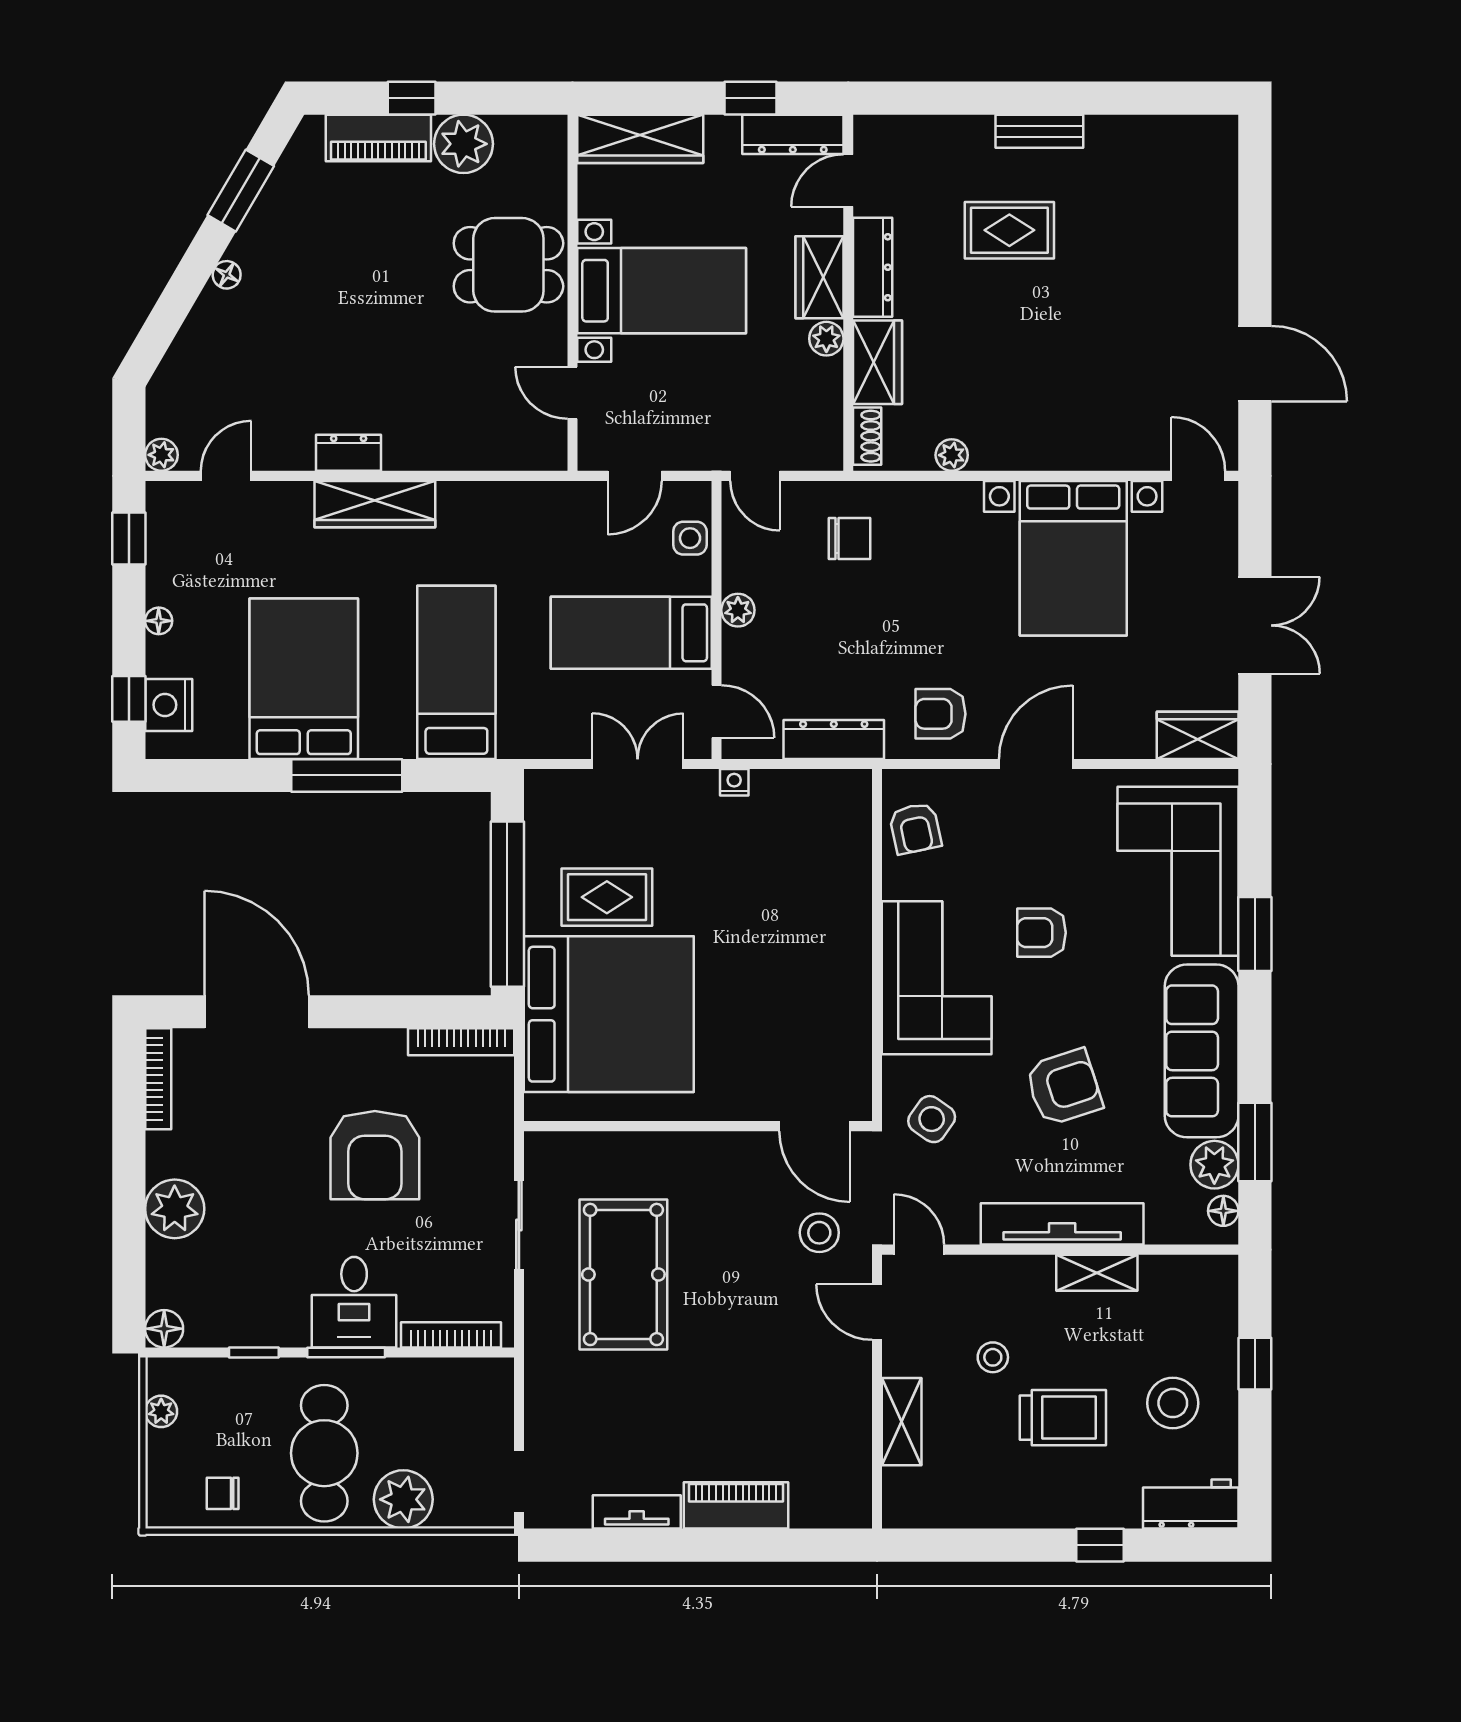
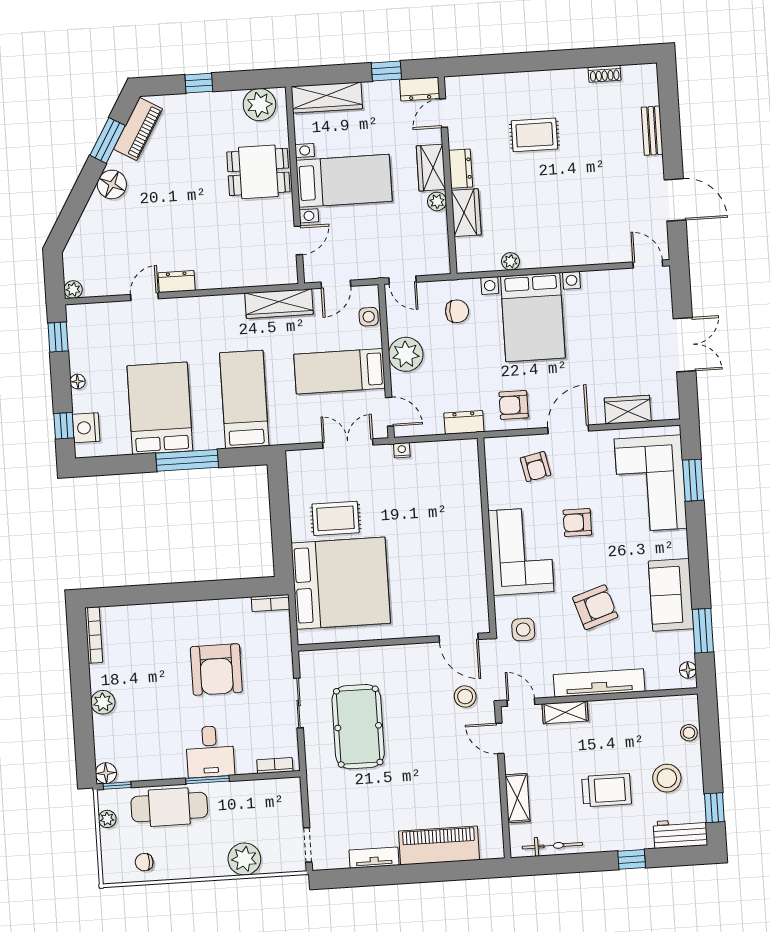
bench: (1039, 131) -> (652, 131), moved, turned 90
dresser: (793, 134) -> (420, 89), width x0.70
piano: (378, 138) -> (138, 129), moved, turned -60
plant: (463, 144) -> (259, 105), moved
dresser: (873, 267) -> (461, 169), width x0.70
floor lamp: (227, 275) -> (112, 184), width x1.89, depth x1.89
door: (572, 393) -> (298, 240), swing flipped
shoe rack: (867, 436) -> (605, 74), moved, turned 90
door: (226, 476) -> (144, 297), moved
wardrobe: (375, 504) -> (279, 304), moved
bed with nightstands: (1073, 558) -> (533, 317), moved
plant: (738, 610) -> (406, 354), width x1.88, depth x1.88
wardrobe: (1198, 735) -> (628, 410), moved
dresser: (834, 739) -> (464, 422), width x0.70
armchair: (915, 828) -> (536, 467), moved
window: (507, 904) -> (281, 526), removed
window: (1255, 934) -> (693, 480), moved
door: (257, 1012) -> (146, 594), removed
bookcase: (461, 1042) -> (271, 603), width x0.64
sofa: (1202, 1051) -> (671, 595), width x0.73
side table: (932, 1119) -> (523, 630), turned -35
plant: (1214, 1165) -> (681, 645), removed
plant: (175, 1209) -> (103, 702), width x0.73, depth x0.73
shelving: (1097, 1273) -> (565, 712), moved
bookcase: (451, 1335) -> (275, 766), width x0.64
window: (254, 1353) -> (117, 786), moved
stool: (993, 1357) -> (689, 733), moved
window: (1255, 1364) -> (714, 808), moved
cafe table: (324, 1453) -> (169, 807), moved, turned 90
piano: (736, 1505) -> (439, 845), width x1.37, depth x1.33
bicycle: (959, 1511) -> (552, 846), added

